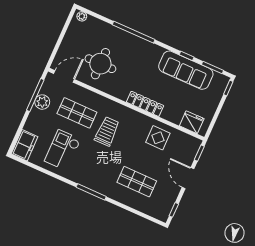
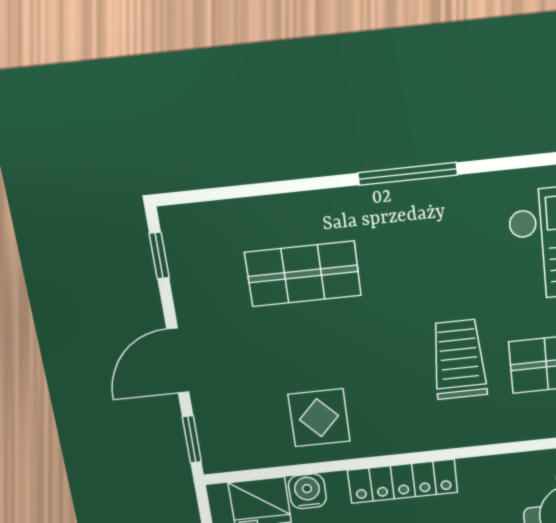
water cooler: (175, 117) -> (307, 491), added
trolley: (107, 131) -> (459, 360), turned 180
door: (188, 178) -> (178, 361), swing flipped

